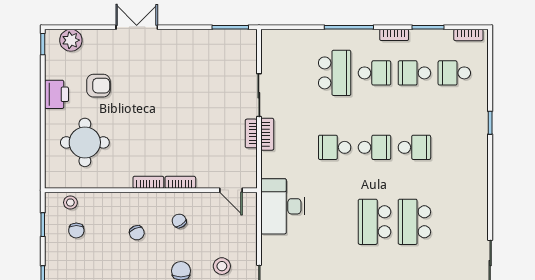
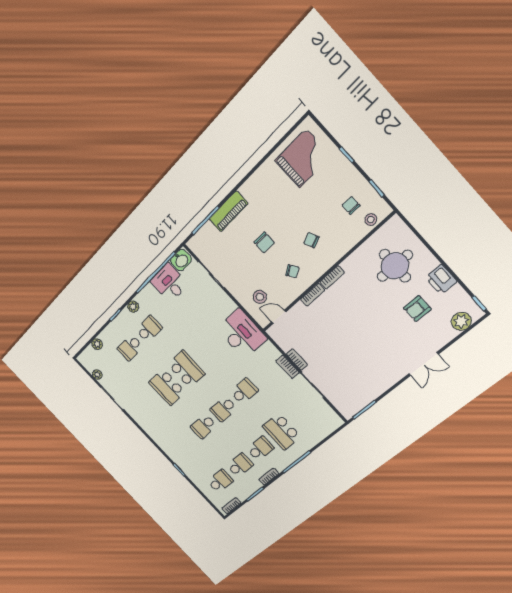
school desk: (375, 73) -> (260, 449), turned 180
school desk: (414, 222) -> (167, 387), turned 180
stool: (222, 266) -> (260, 297), moved

